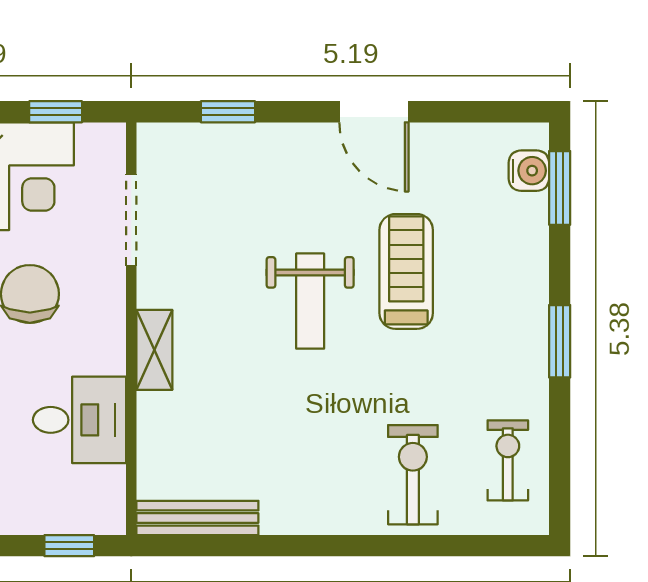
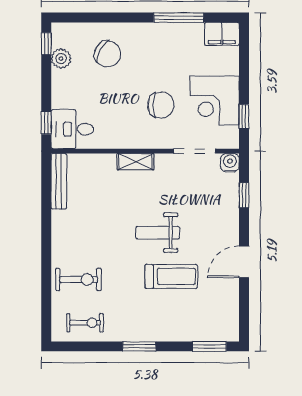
water cooler: (529, 171) -> (230, 163), moved, turned 180
desk: (80, 420) -> (72, 129), moved, turned 90

